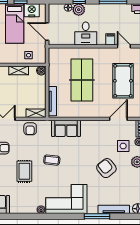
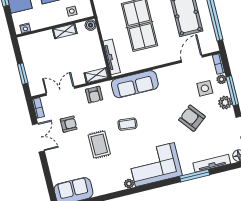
sofa: (66, 128) -> (135, 84), width x1.36

